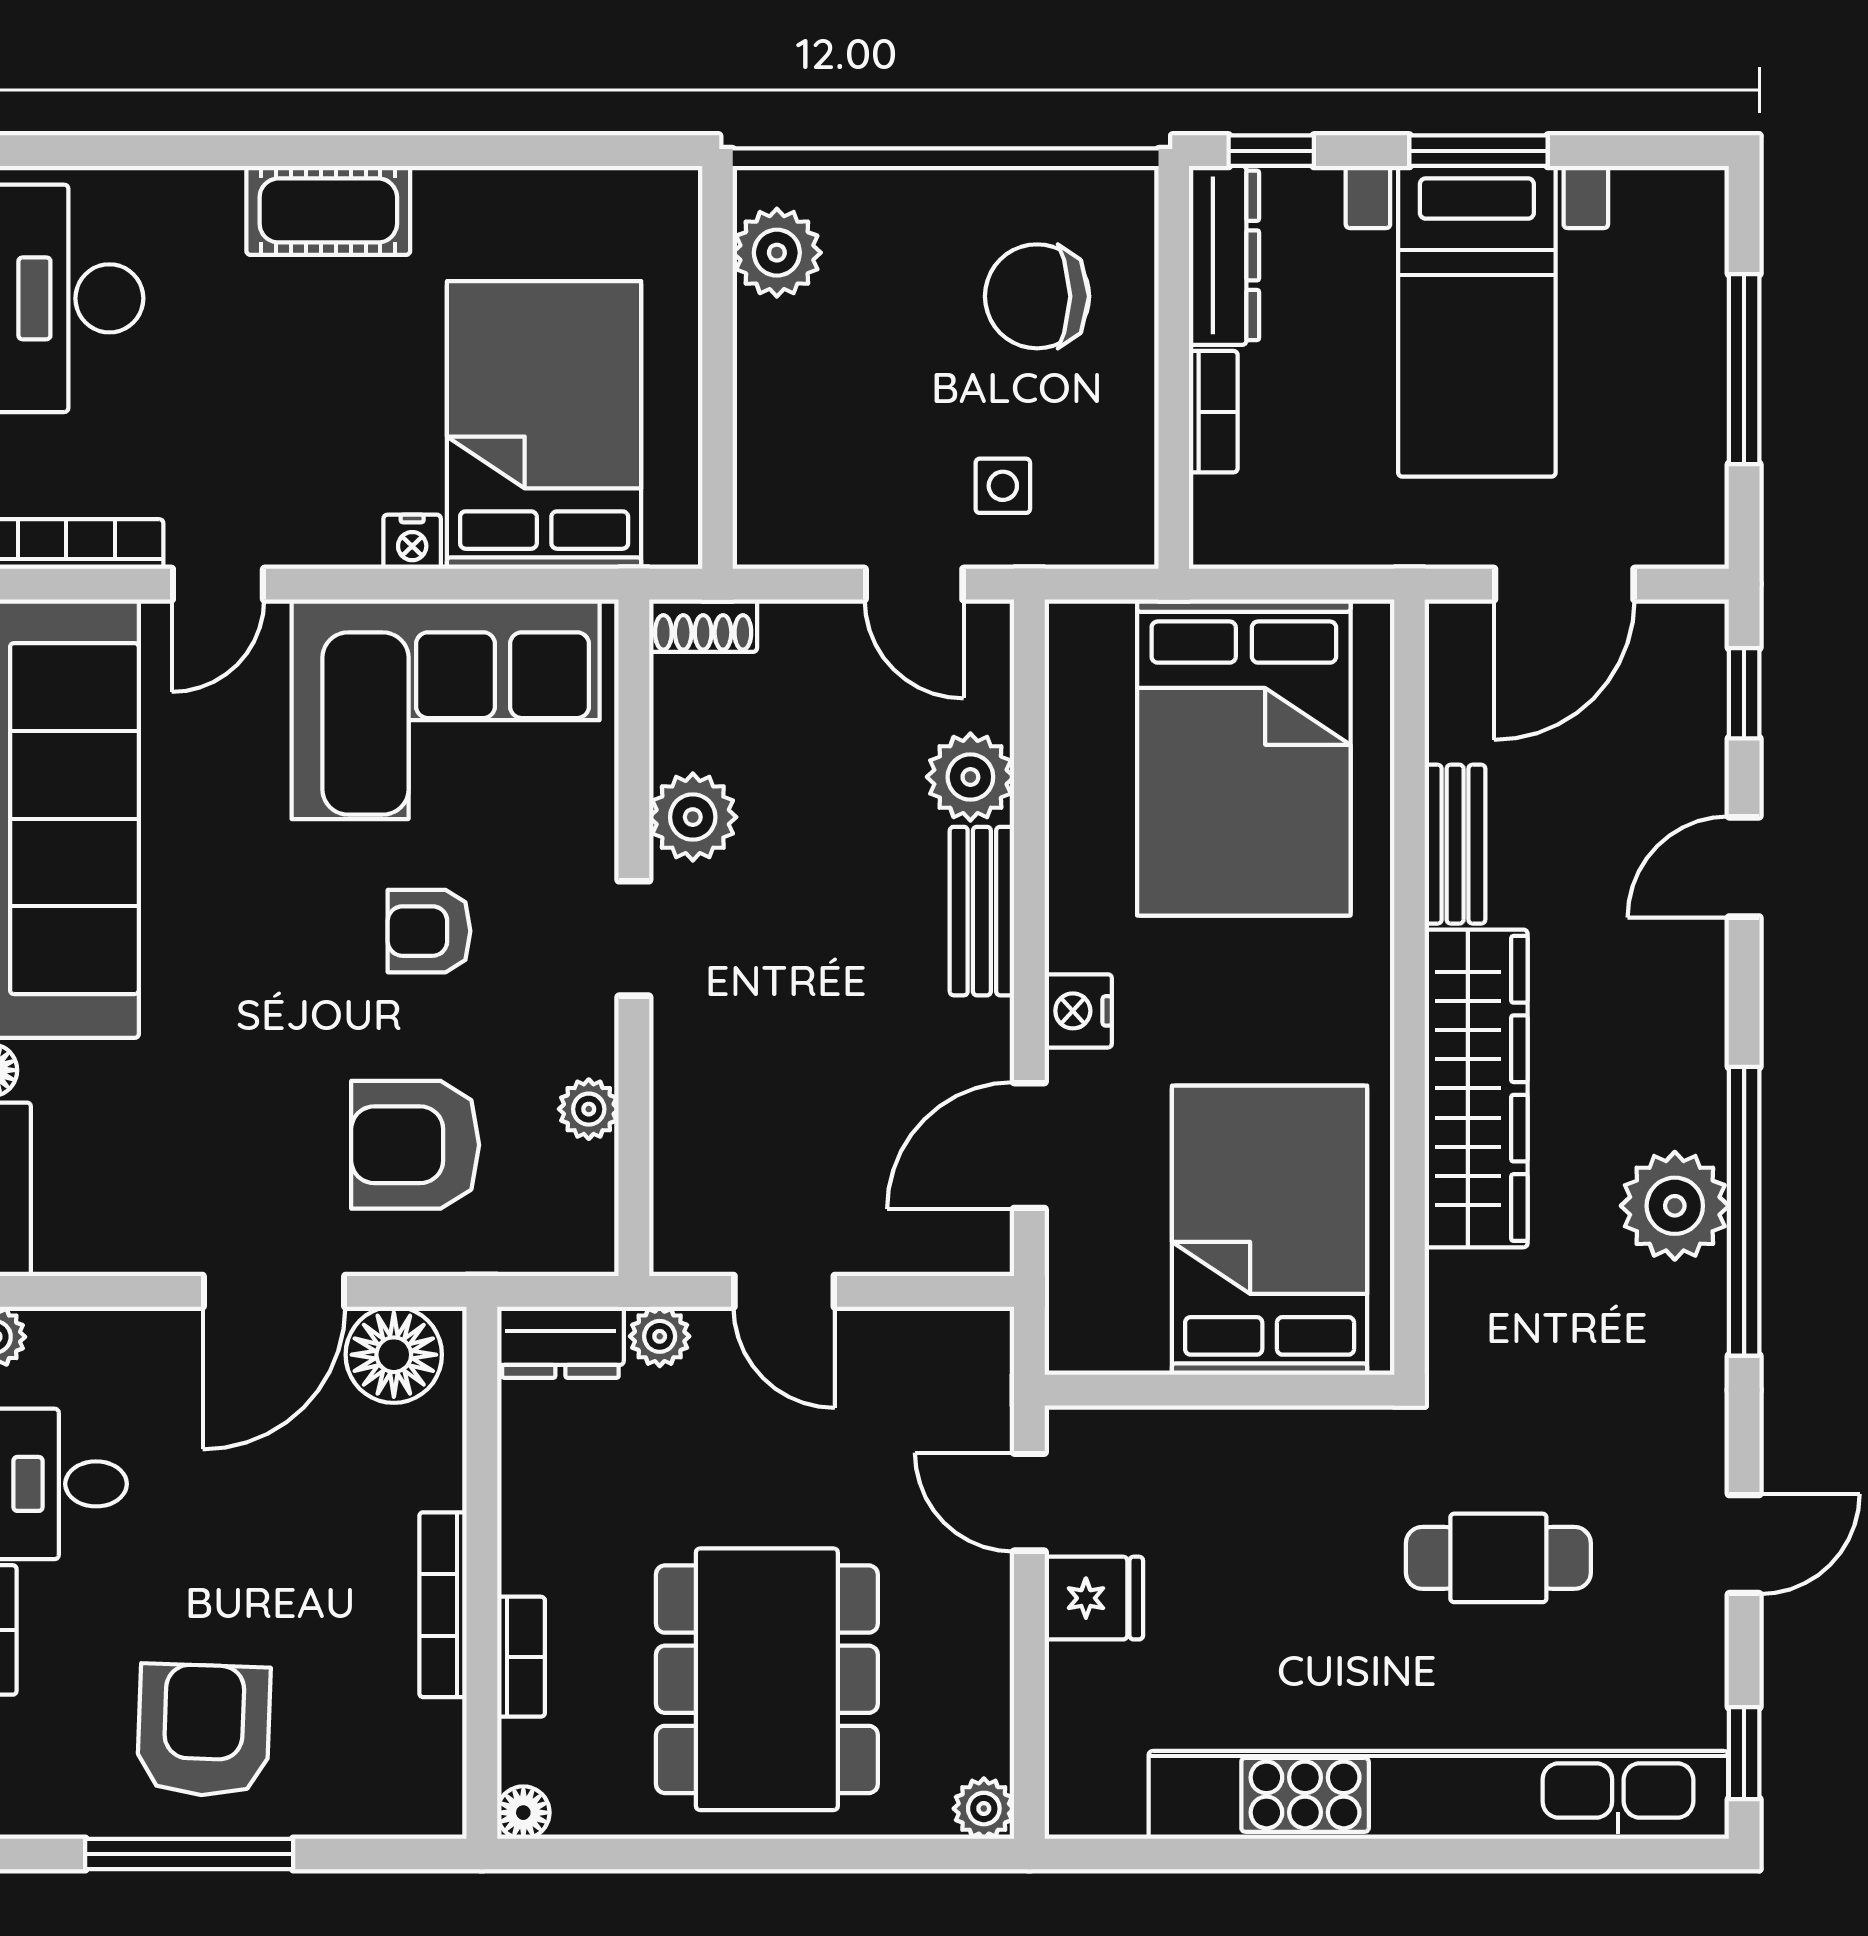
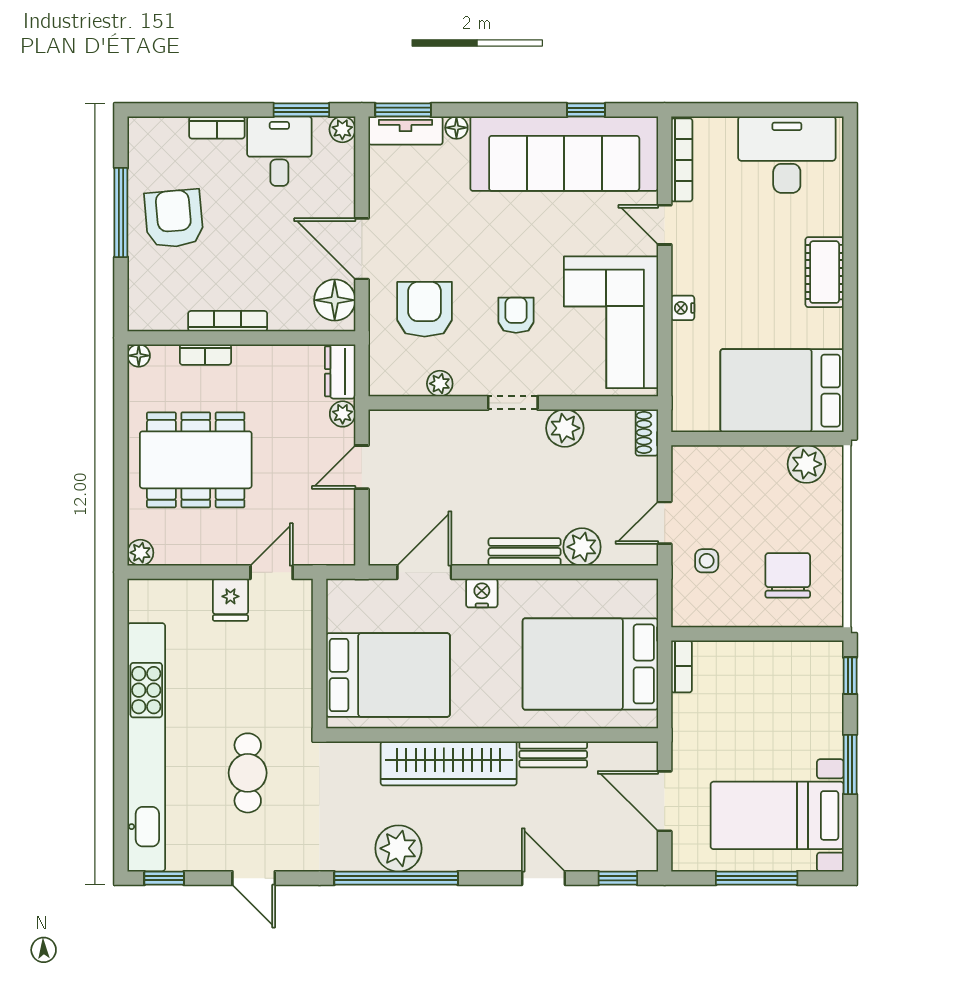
dresser: (1224, 255) -> (805, 655), removed
bed with nightstands: (1477, 321) -> (777, 815), moved
bookcase: (1213, 412) -> (681, 666), moved, turned -90
bed: (544, 425) -> (782, 391), moved, turned 180
door: (1029, 1146) -> (424, 572), hinge flipped
armchair: (204, 1730) -> (174, 219), turned -97

